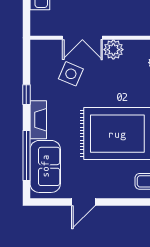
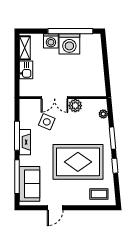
window: (26, 95) -> (17, 136), width x2.17
fireplace: (38, 120) -> (25, 142), moved

